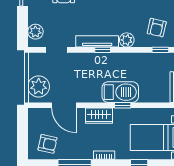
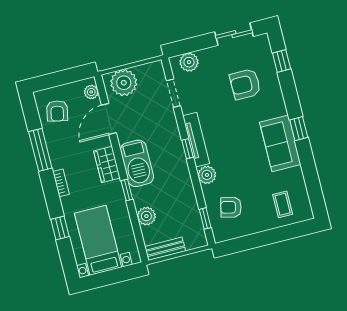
barbecue: (120, 92) -> (137, 163), moved
plant: (147, 95) -> (146, 216), added
plant: (39, 114) -> (91, 92), added

